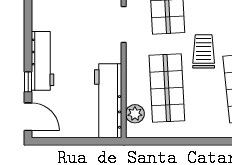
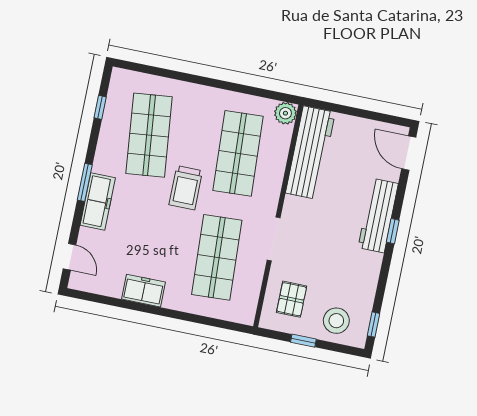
window: (28, 82) -> (393, 231), moved
plant: (135, 114) -> (285, 113), moved

